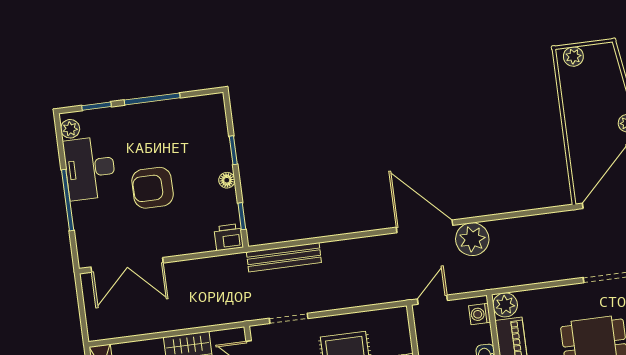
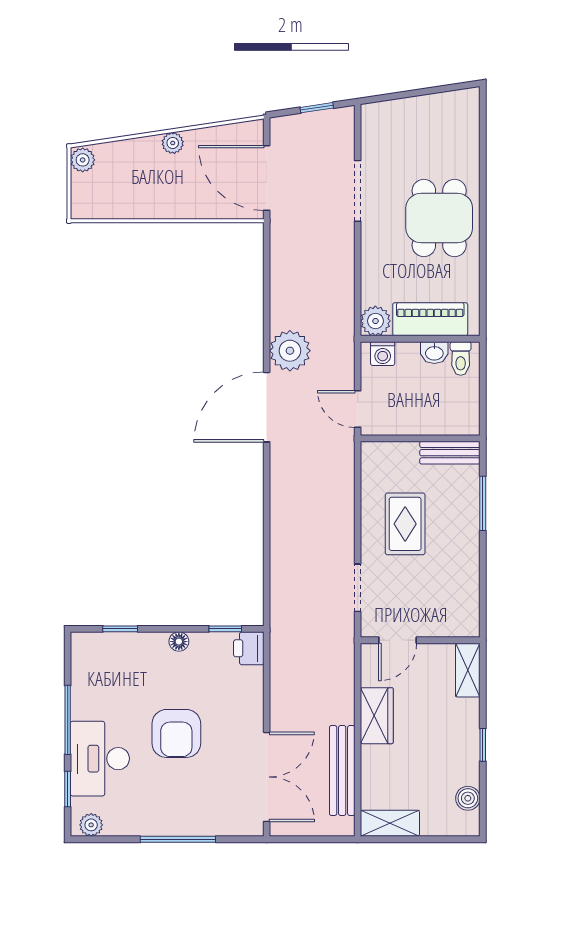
plant: (573, 56) -> (83, 160), moved
window: (233, 150) -> (120, 629), moved
desk: (90, 168) -> (100, 759), moved, turned 90
bench: (284, 257) -> (342, 771), moved

